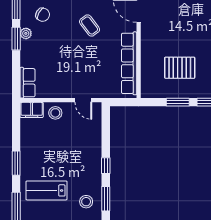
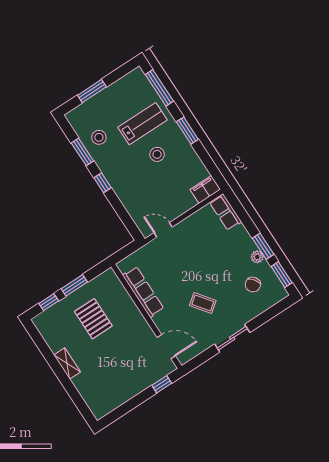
chair: (43, 15) -> (253, 285), turned -65
row of seats: (129, 63) -> (143, 292), width x0.73
pallet: (180, 68) -> (93, 319), turned 90
stool: (55, 113) -> (157, 154), moved

